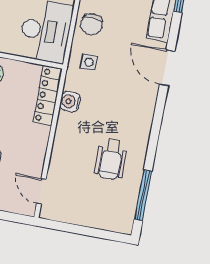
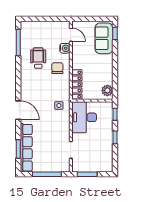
chair: (91, 24) -> (57, 68), moved
water cooler: (70, 102) -> (65, 48), moved

